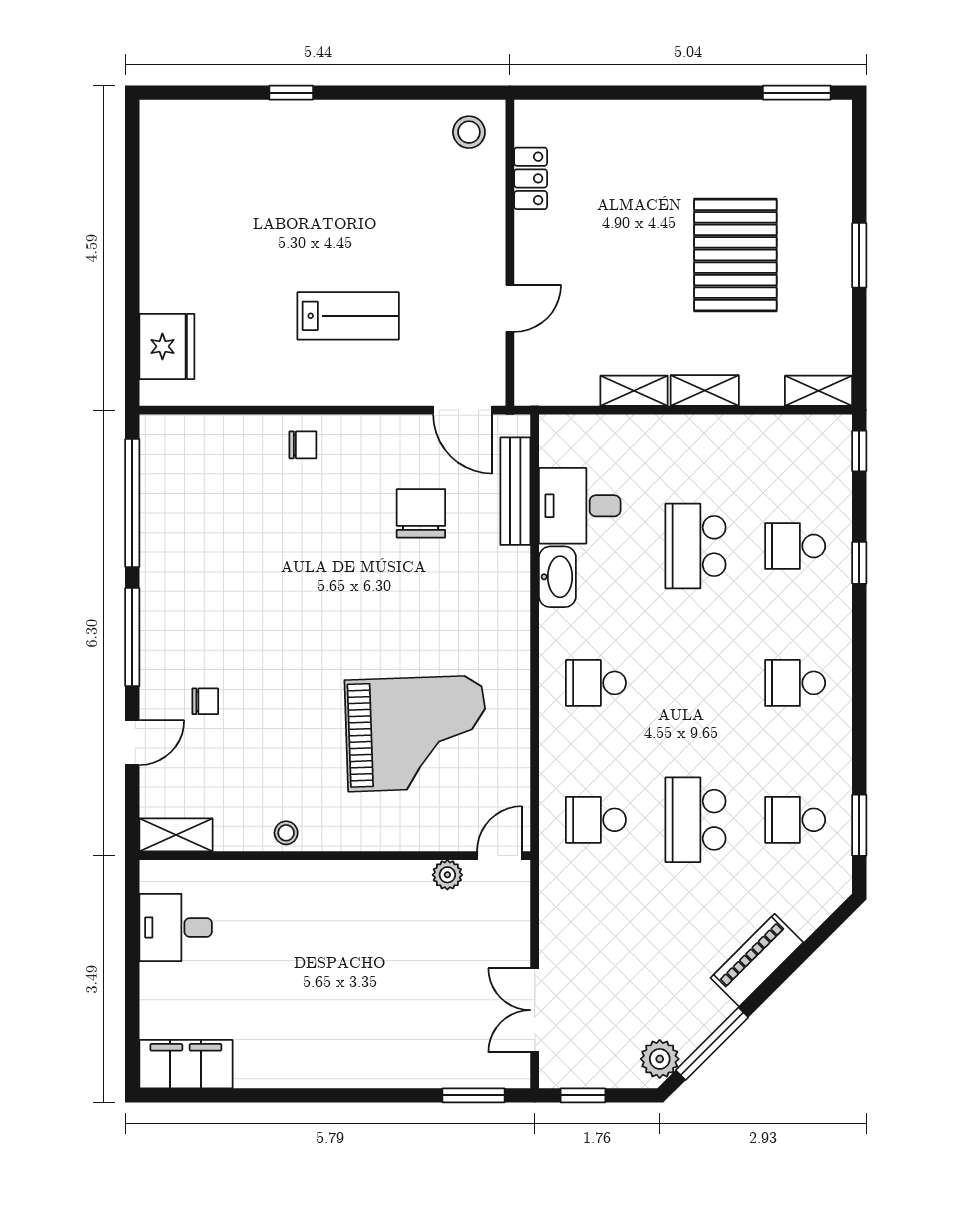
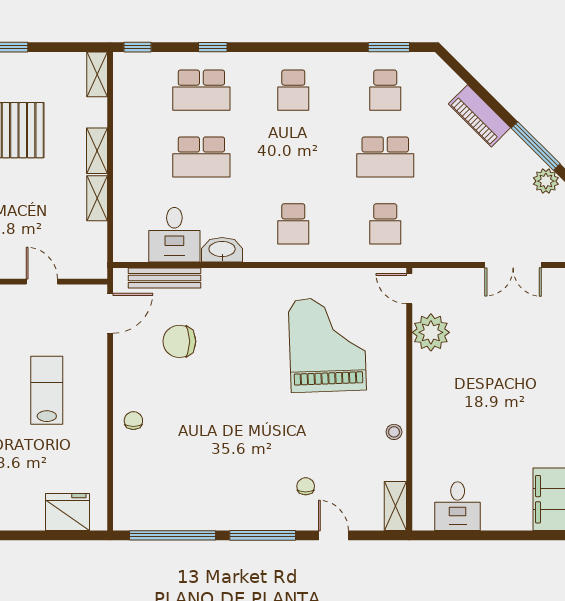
school desk: (795, 546) -> (201, 90), width x1.85
plant: (447, 875) -> (431, 332), width x1.87, depth x1.87

